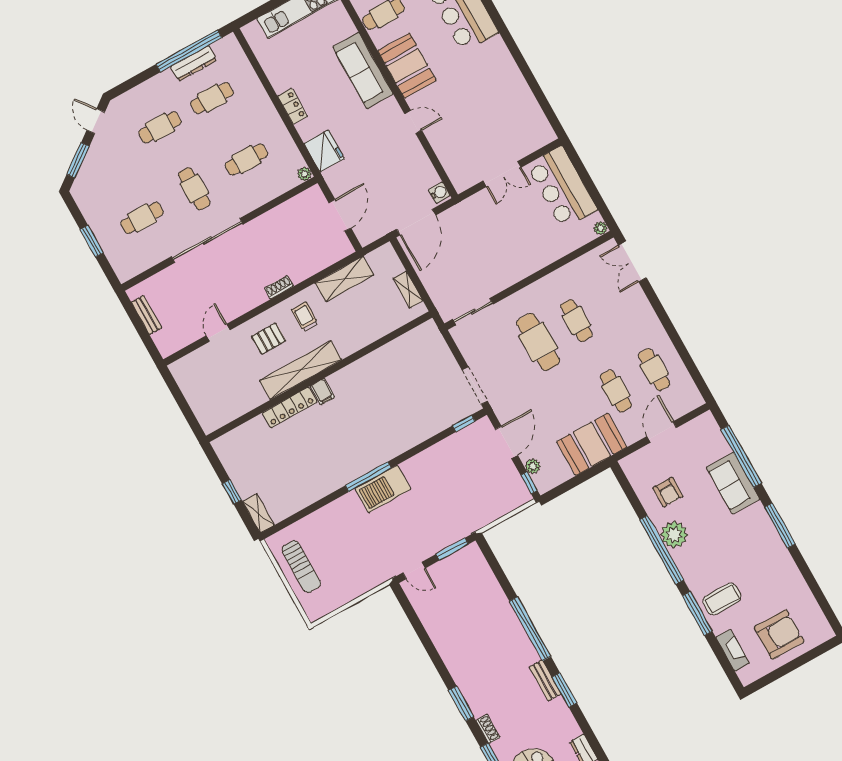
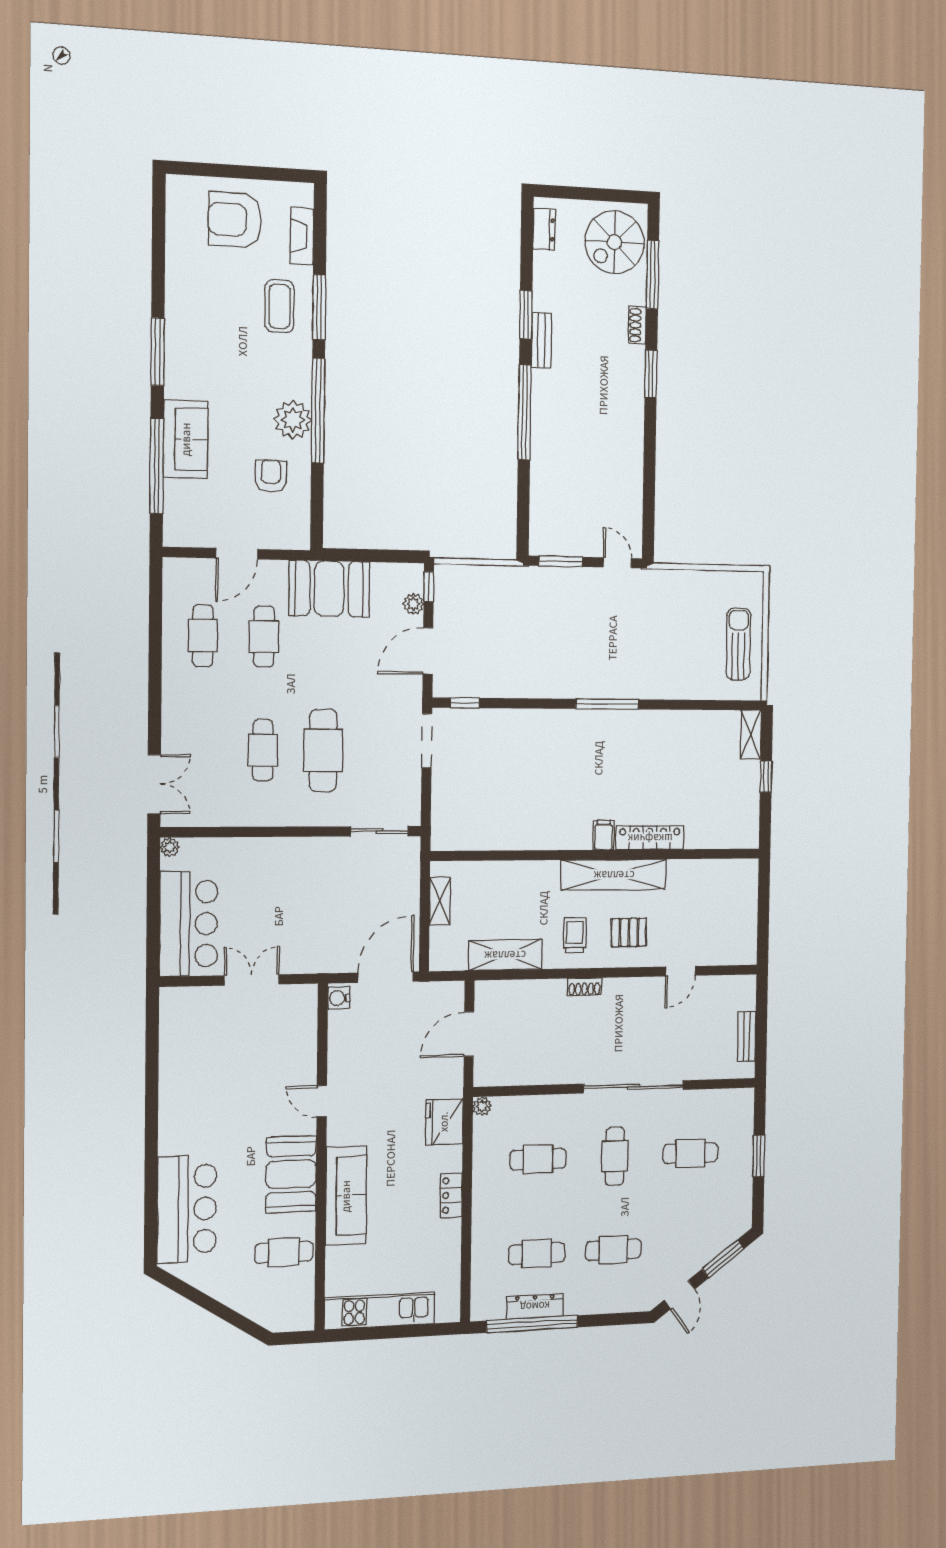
trolley: (305, 317) -> (575, 935), turned 180
barbecue: (383, 489) -> (599, 680), removed
coffee table: (722, 599) -> (279, 306), turned 90

